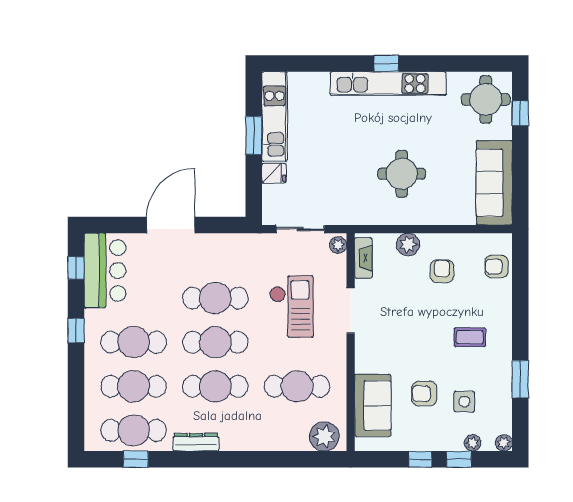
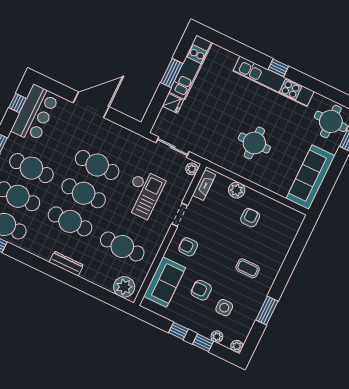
armchair: (497, 266) -> (188, 247), moved
doorway: (351, 311) -> (180, 215), width x0.73
dresser: (196, 442) -> (66, 264), moved

